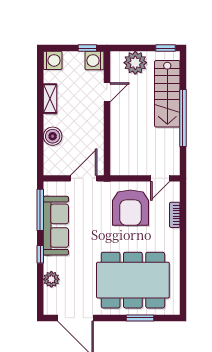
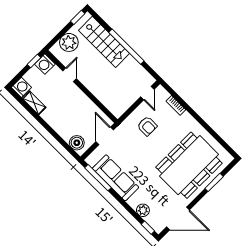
shelving: (50, 99) -> (34, 103), moved
boiler: (53, 136) -> (77, 143), moved
armchair: (130, 208) -> (147, 126), width x0.53, depth x0.53
window: (40, 254) -> (148, 228), moved

